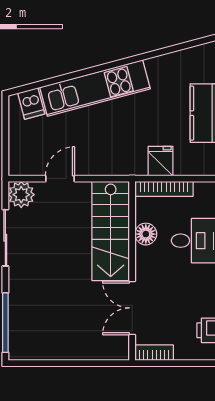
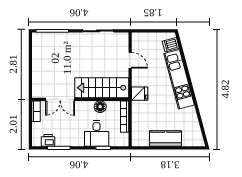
fridge: (161, 161) -> (140, 94), moved
plant: (21, 195) -> (121, 39), removed
double door: (132, 308) -> (60, 99), swing flipped

